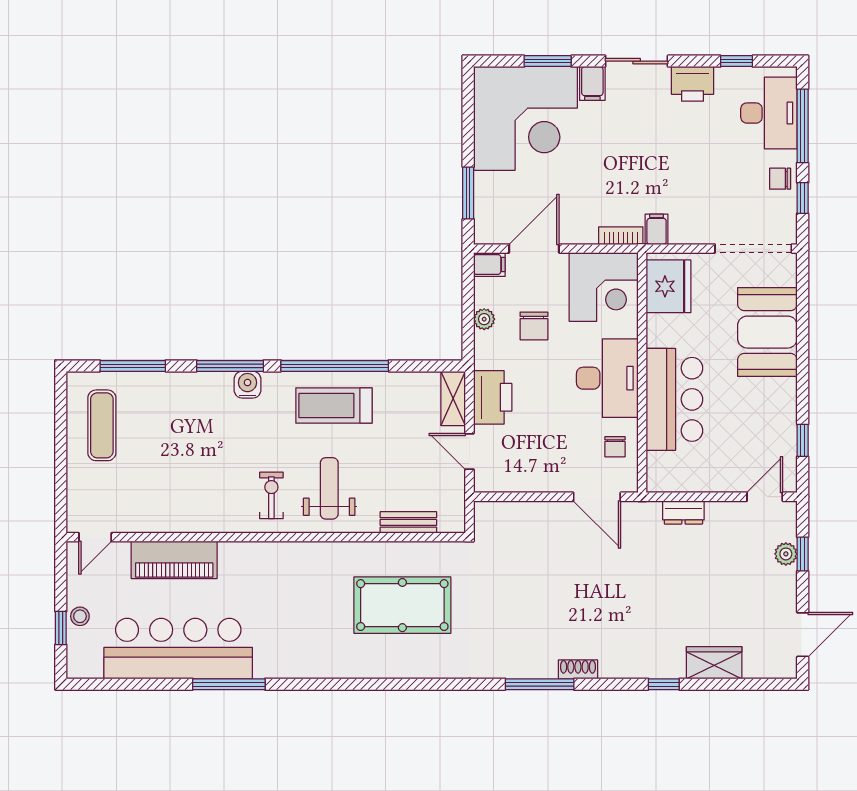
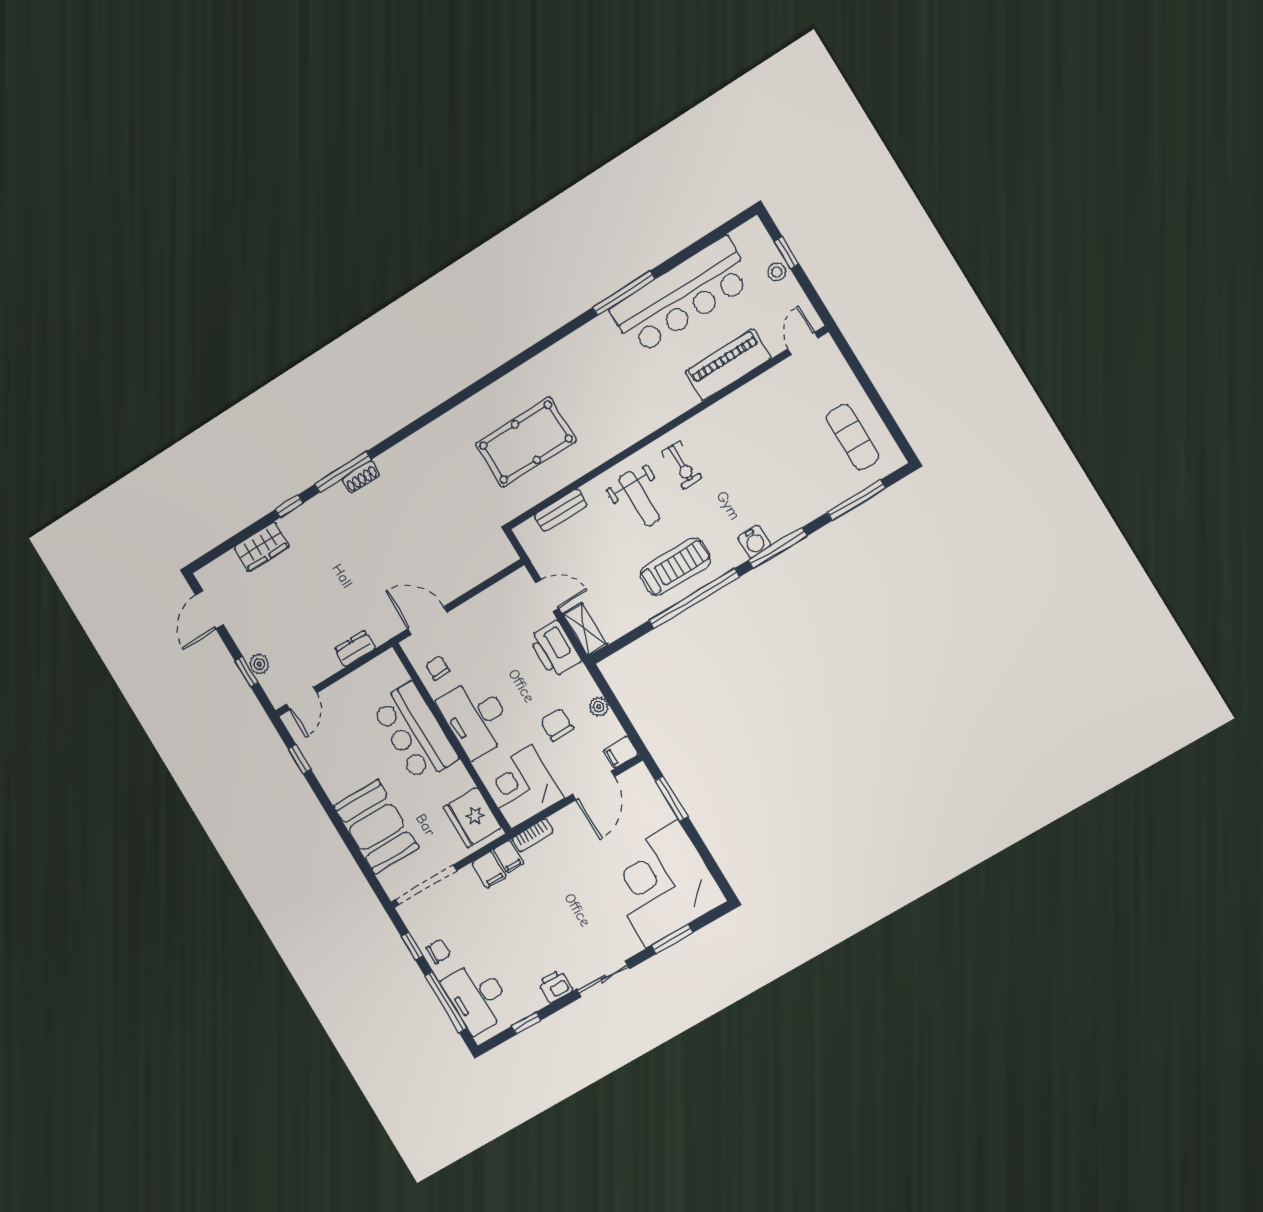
filing cabinet: (592, 83) -> (489, 870), moved, turned 180
printer: (692, 84) -> (555, 986), width x0.73, depth x0.81
window: (540, 684) -> (343, 472), moved

